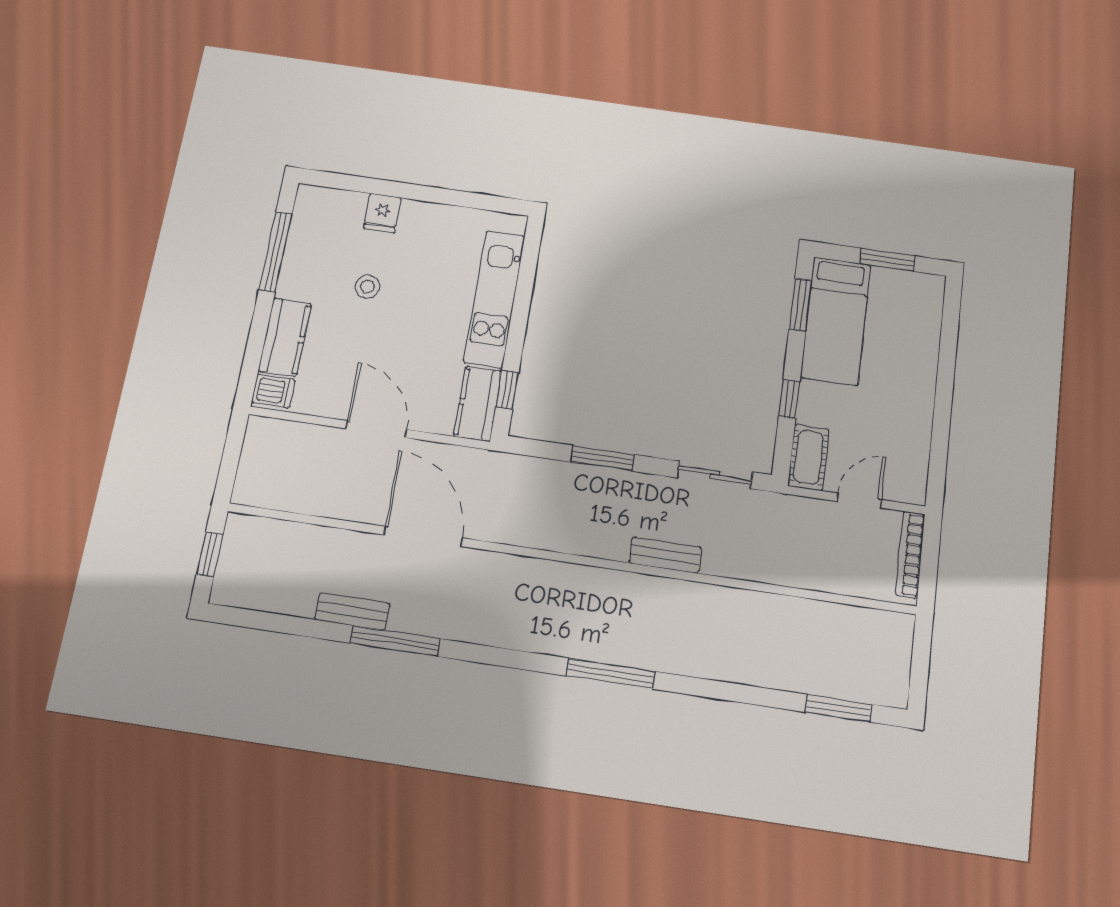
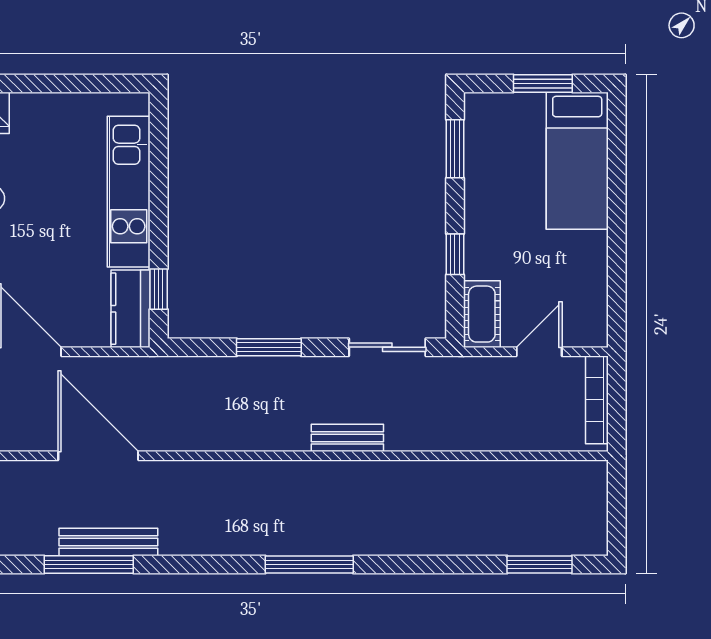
bed: (836, 321) -> (577, 161), moved
bench: (352, 611) -> (108, 542), moved, width x1.36

